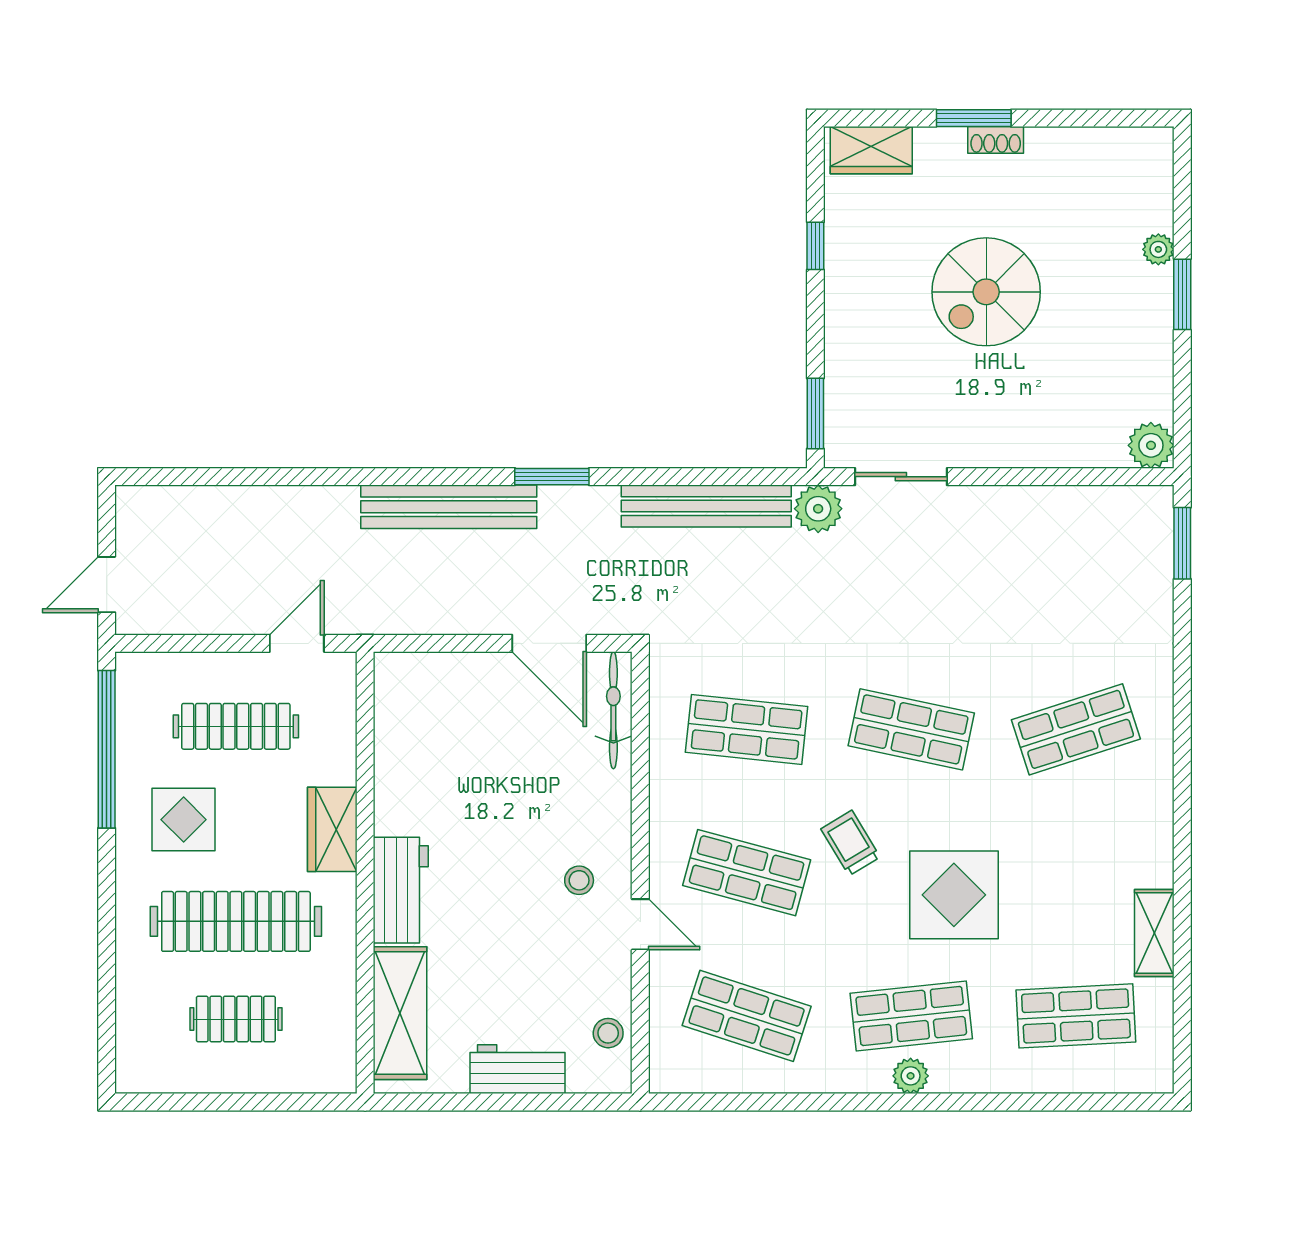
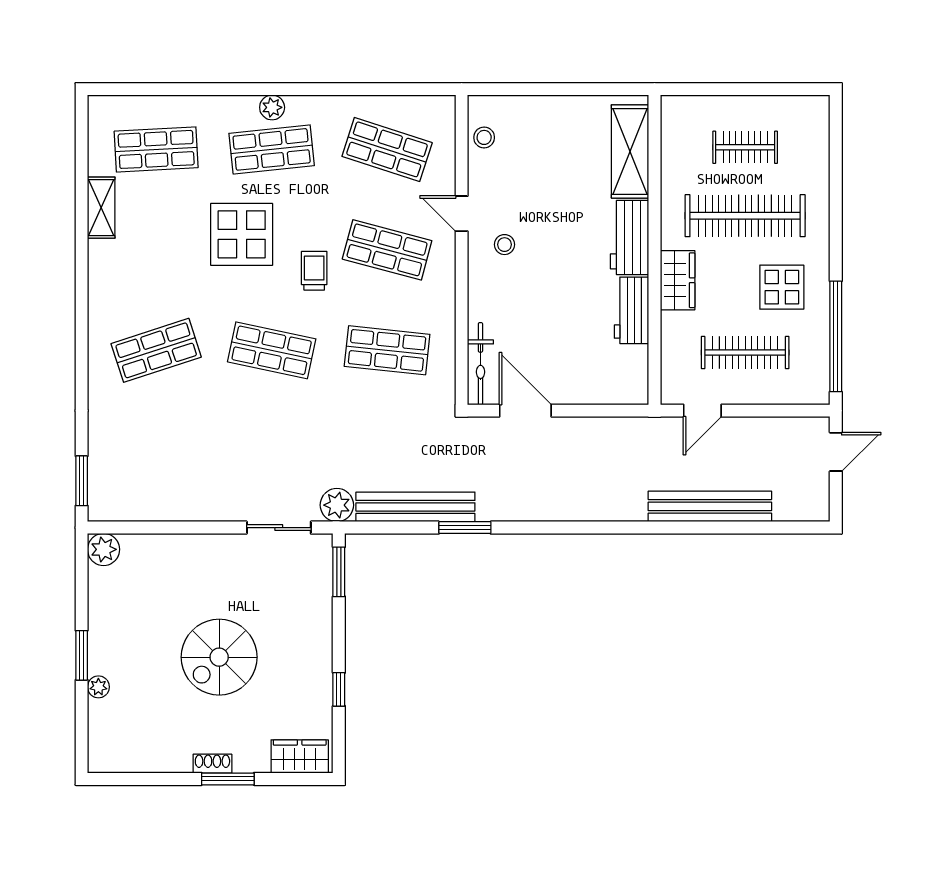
spiral stairs: (986, 292) -> (219, 657), turned 180
window: (552, 477) -> (465, 528), moved
bench: (449, 507) -> (710, 506), moved
trolley: (851, 843) -> (314, 271), turned -149
workbench: (517, 1069) -> (631, 310), moved, turned 90

